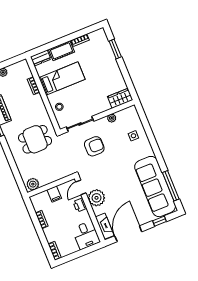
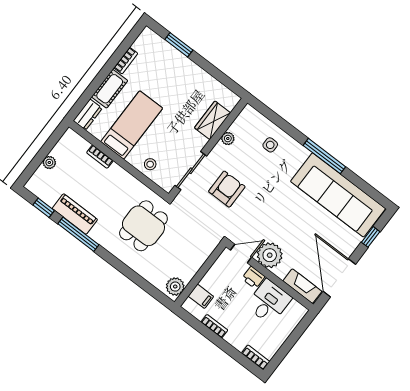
wardrobe: (120, 98) -> (213, 120), moved
window: (171, 186) -> (324, 156), moved
door: (81, 187) -> (241, 254), swing flipped
filing cabinet: (54, 194) -> (201, 296), moved
desk: (86, 235) -> (269, 302), moved, turned -90

